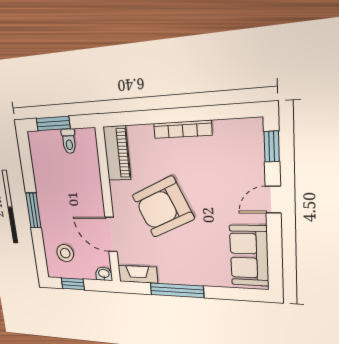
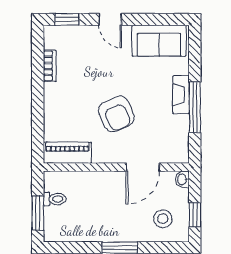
bookcase: (183, 129) -> (50, 66), moved, width x0.64
armchair: (163, 207) -> (116, 114), width x0.73, depth x0.73
fireplace: (138, 274) -> (181, 95), moved

